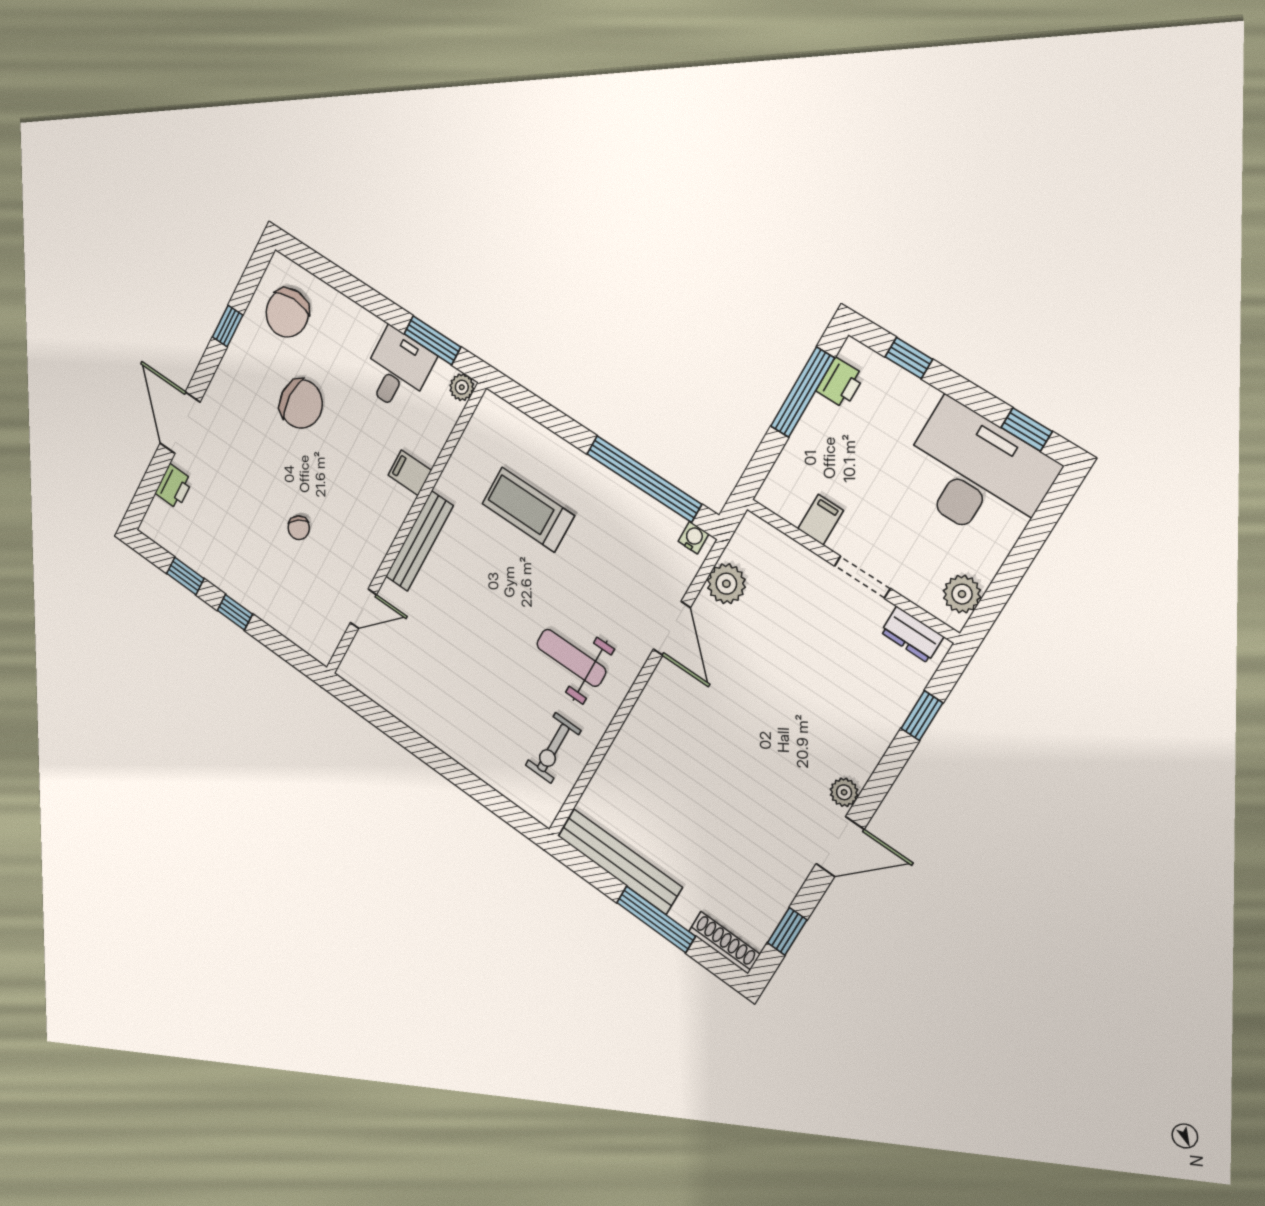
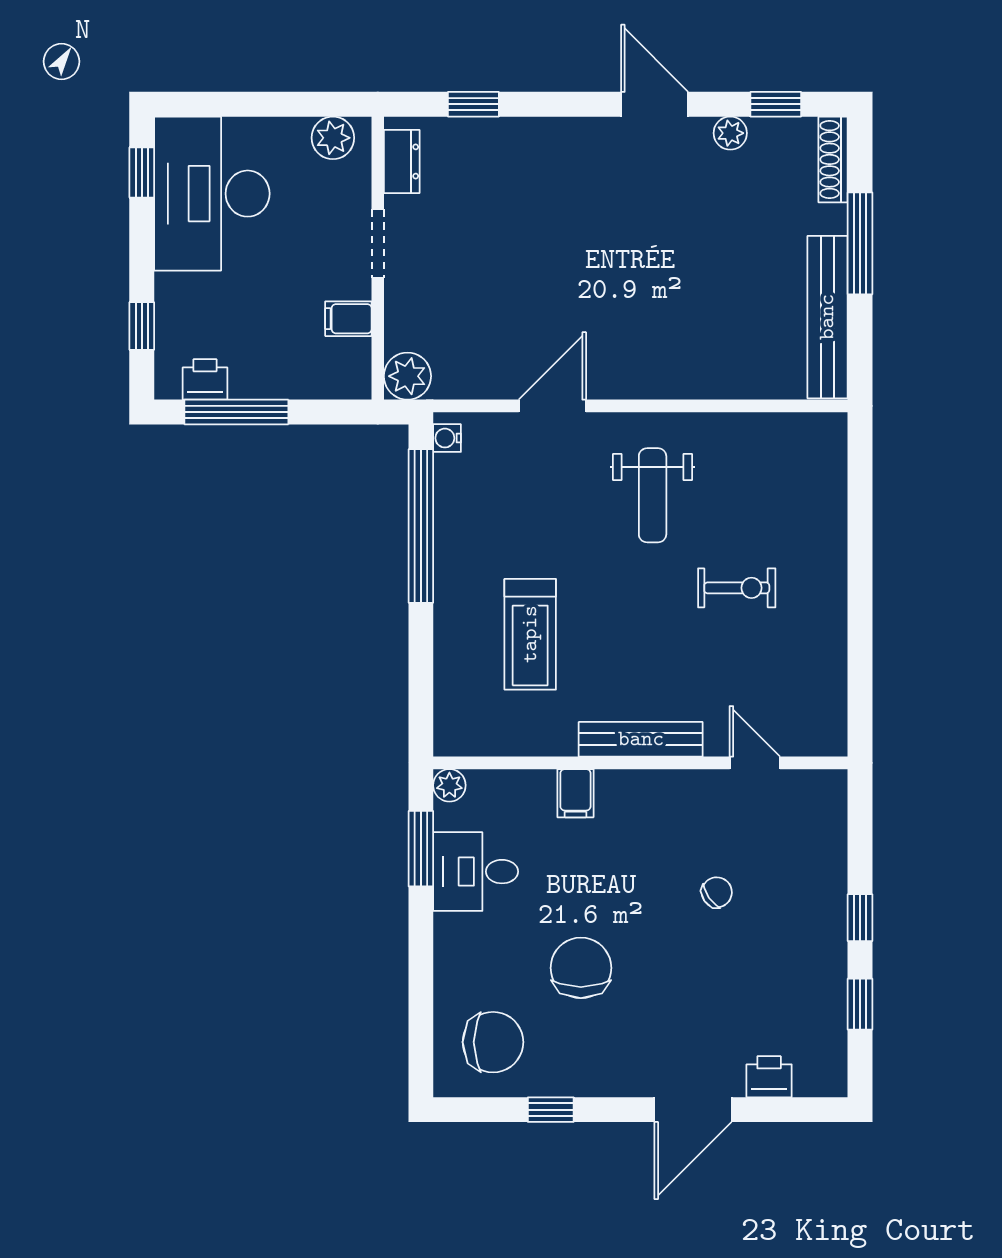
plant: (726, 584) -> (407, 376), moved
exercise bike: (553, 748) -> (737, 588), moved
plant: (844, 792) -> (730, 133), moved

